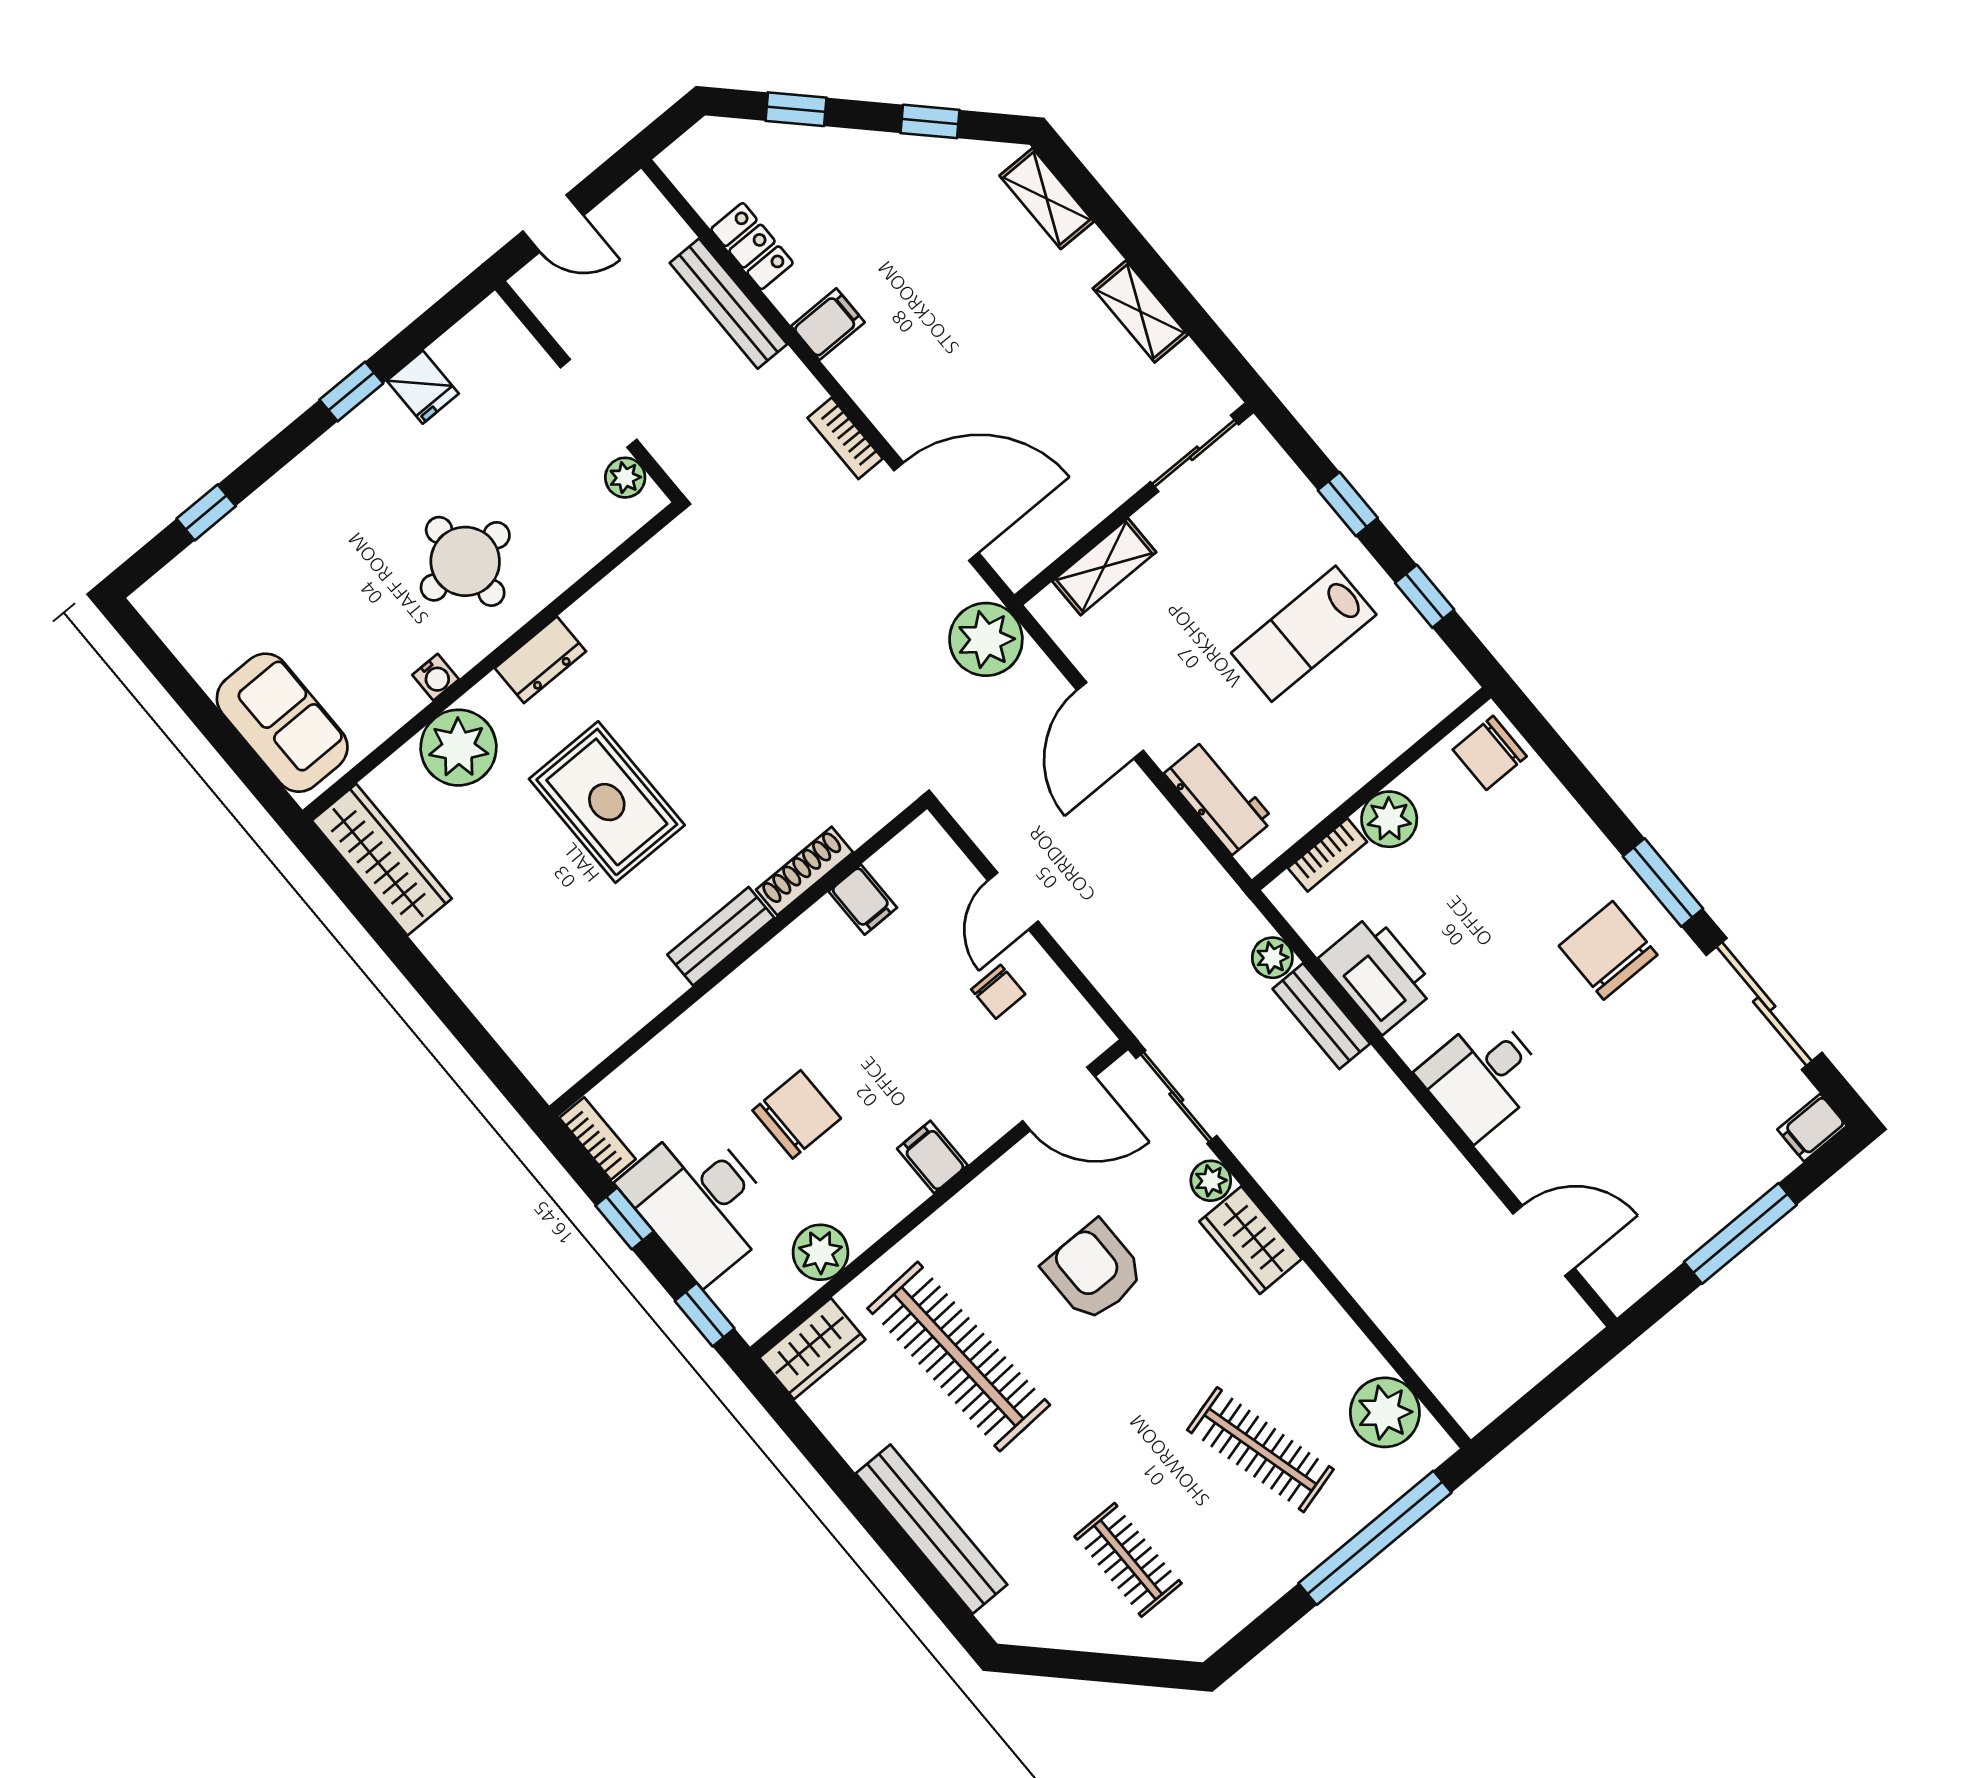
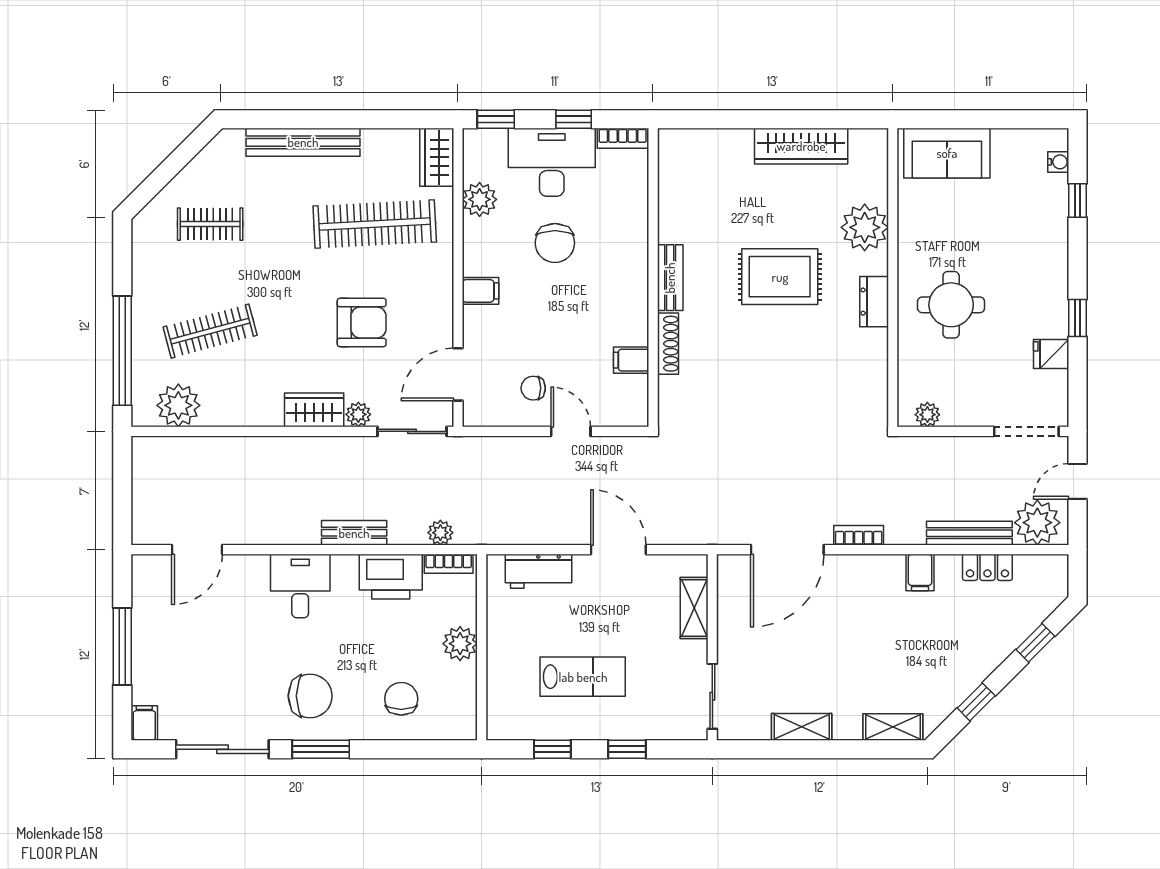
doorway: (599, 403) -> (1026, 431), moved
lab bench: (1304, 634) -> (583, 677), turned 90
plant: (986, 639) -> (1037, 523), moved
water cooler: (436, 677) -> (1058, 162), moved, turned 180
chair: (1490, 753) -> (401, 699), moved
bookcase: (1327, 855) -> (449, 564), moved, turned -90
wardrobe: (382, 860) -> (801, 146), moved
bench: (1321, 1016) -> (354, 533), moved

